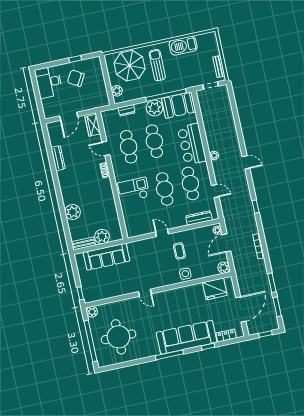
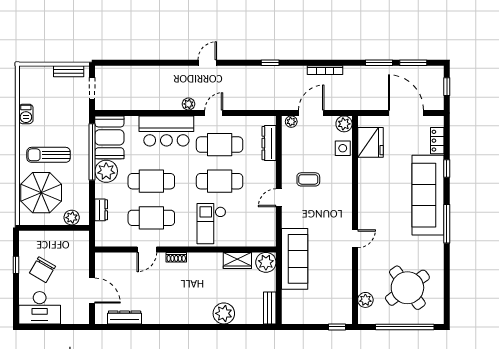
barbecue: (183, 46) -> (26, 114), width x0.53, depth x0.65
wardrobe: (93, 125) -> (237, 260), moved
dresser: (58, 158) -> (125, 317), moved
door: (215, 191) -> (214, 113), moved
plant: (102, 237) -> (266, 262), moved
door: (226, 243) -> (311, 113), swing flipped
sofa: (106, 257) -> (295, 259), moved
side table: (185, 274) -> (343, 148), moved
plant: (92, 312) -> (365, 300), moved
round table: (118, 337) -> (407, 288), turned -36

